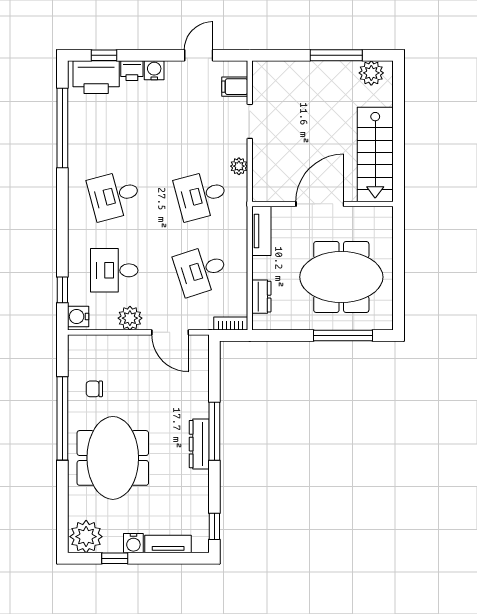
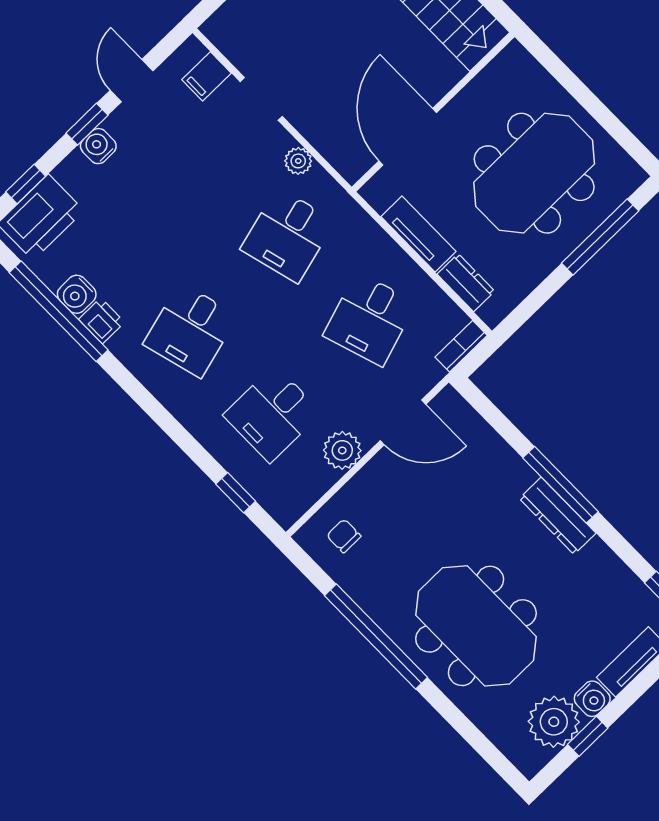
window: (159, 55) -> (87, 124), added
printer: (132, 71) -> (102, 321), moved, turned -90
door: (320, 204) -> (408, 137), moved
tv unit: (261, 231) -> (418, 234), moved
water cooler: (78, 317) -> (77, 294), moved
chair: (94, 389) -> (344, 536), moved, turned 90
plant: (86, 537) -> (554, 722), moved

